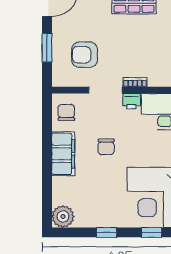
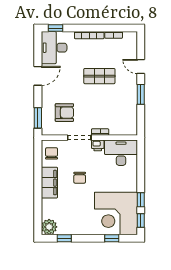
window: (47, 48) -> (38, 118), moved
armchair: (85, 55) -> (64, 113), turned 180
window: (107, 232) -> (64, 238), moved

